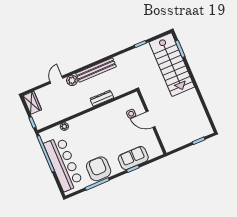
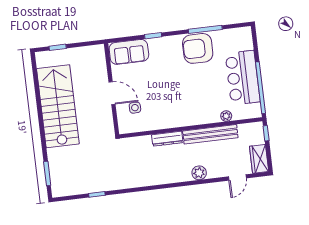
stairs: (172, 65) -> (58, 106), moved
bench: (96, 70) -> (210, 134), moved
door: (56, 80) -> (237, 177), moved
sofa: (133, 158) -> (129, 52), moved
bar counter: (63, 164) -> (243, 78), width x0.73
armchair: (99, 169) -> (198, 48), turned 90

